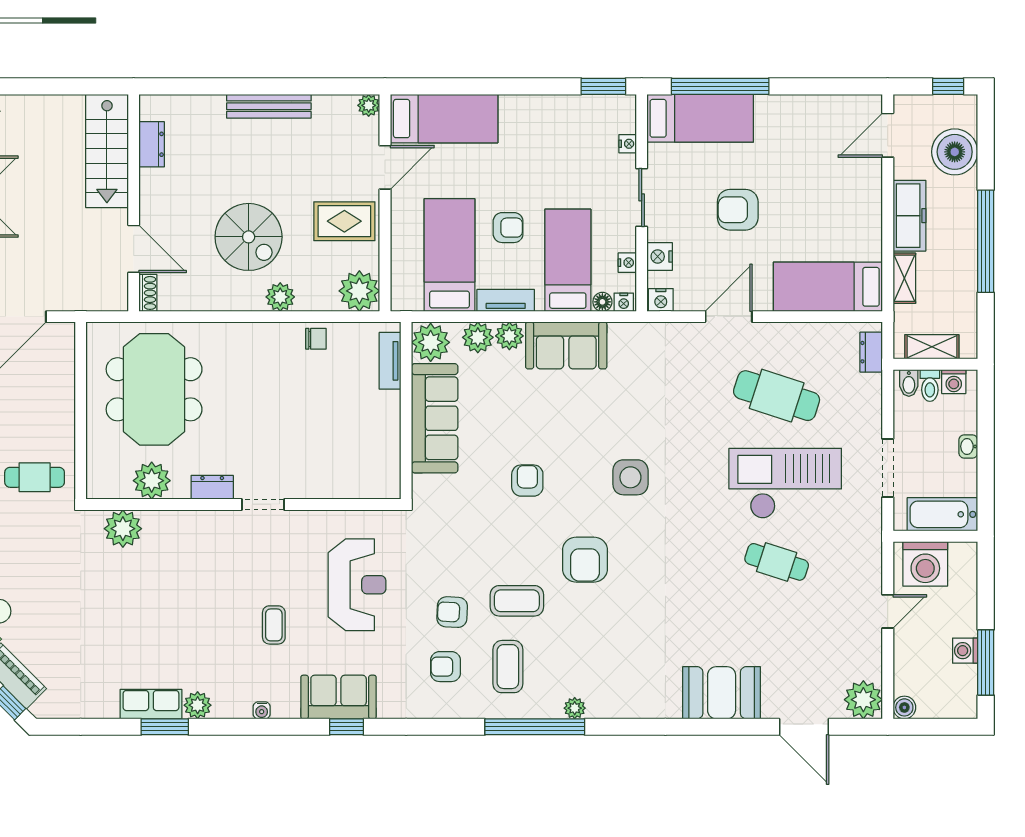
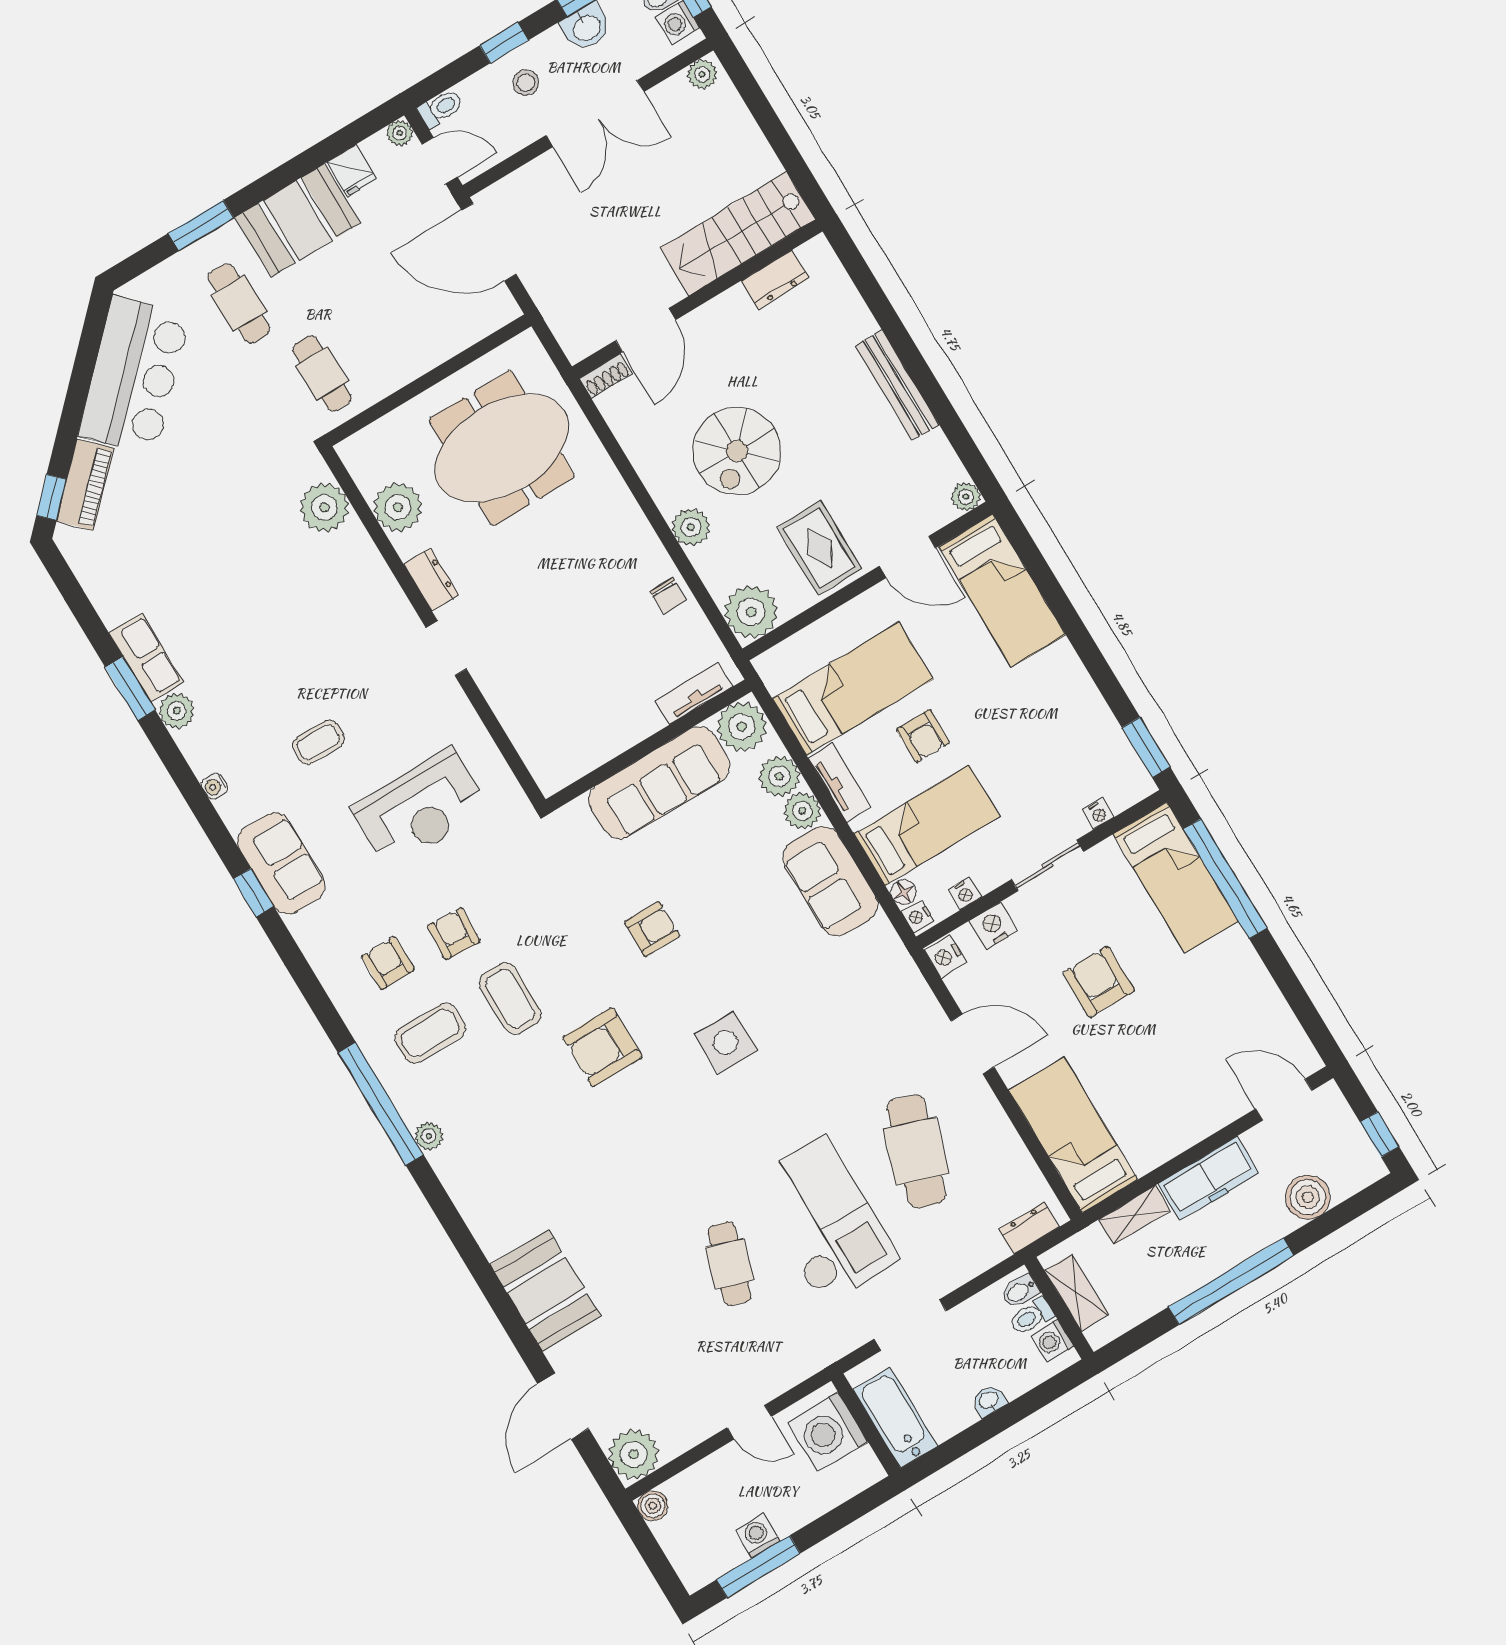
boiler: (955, 152) -> (1308, 1197), width x0.73, depth x0.73

